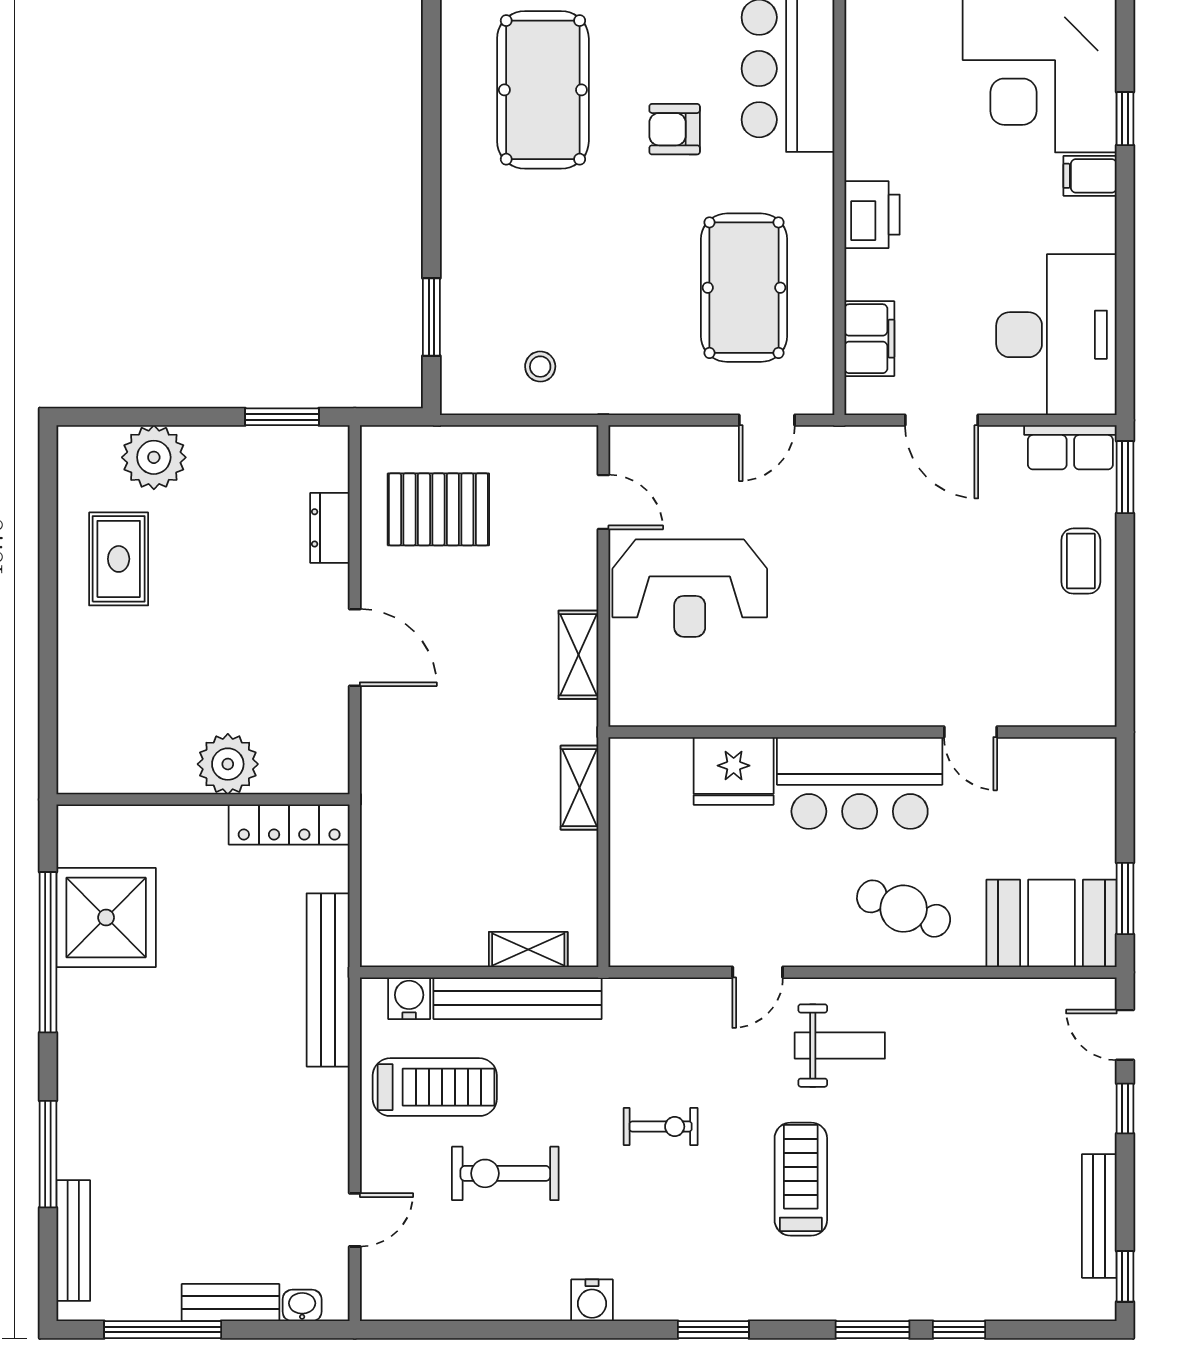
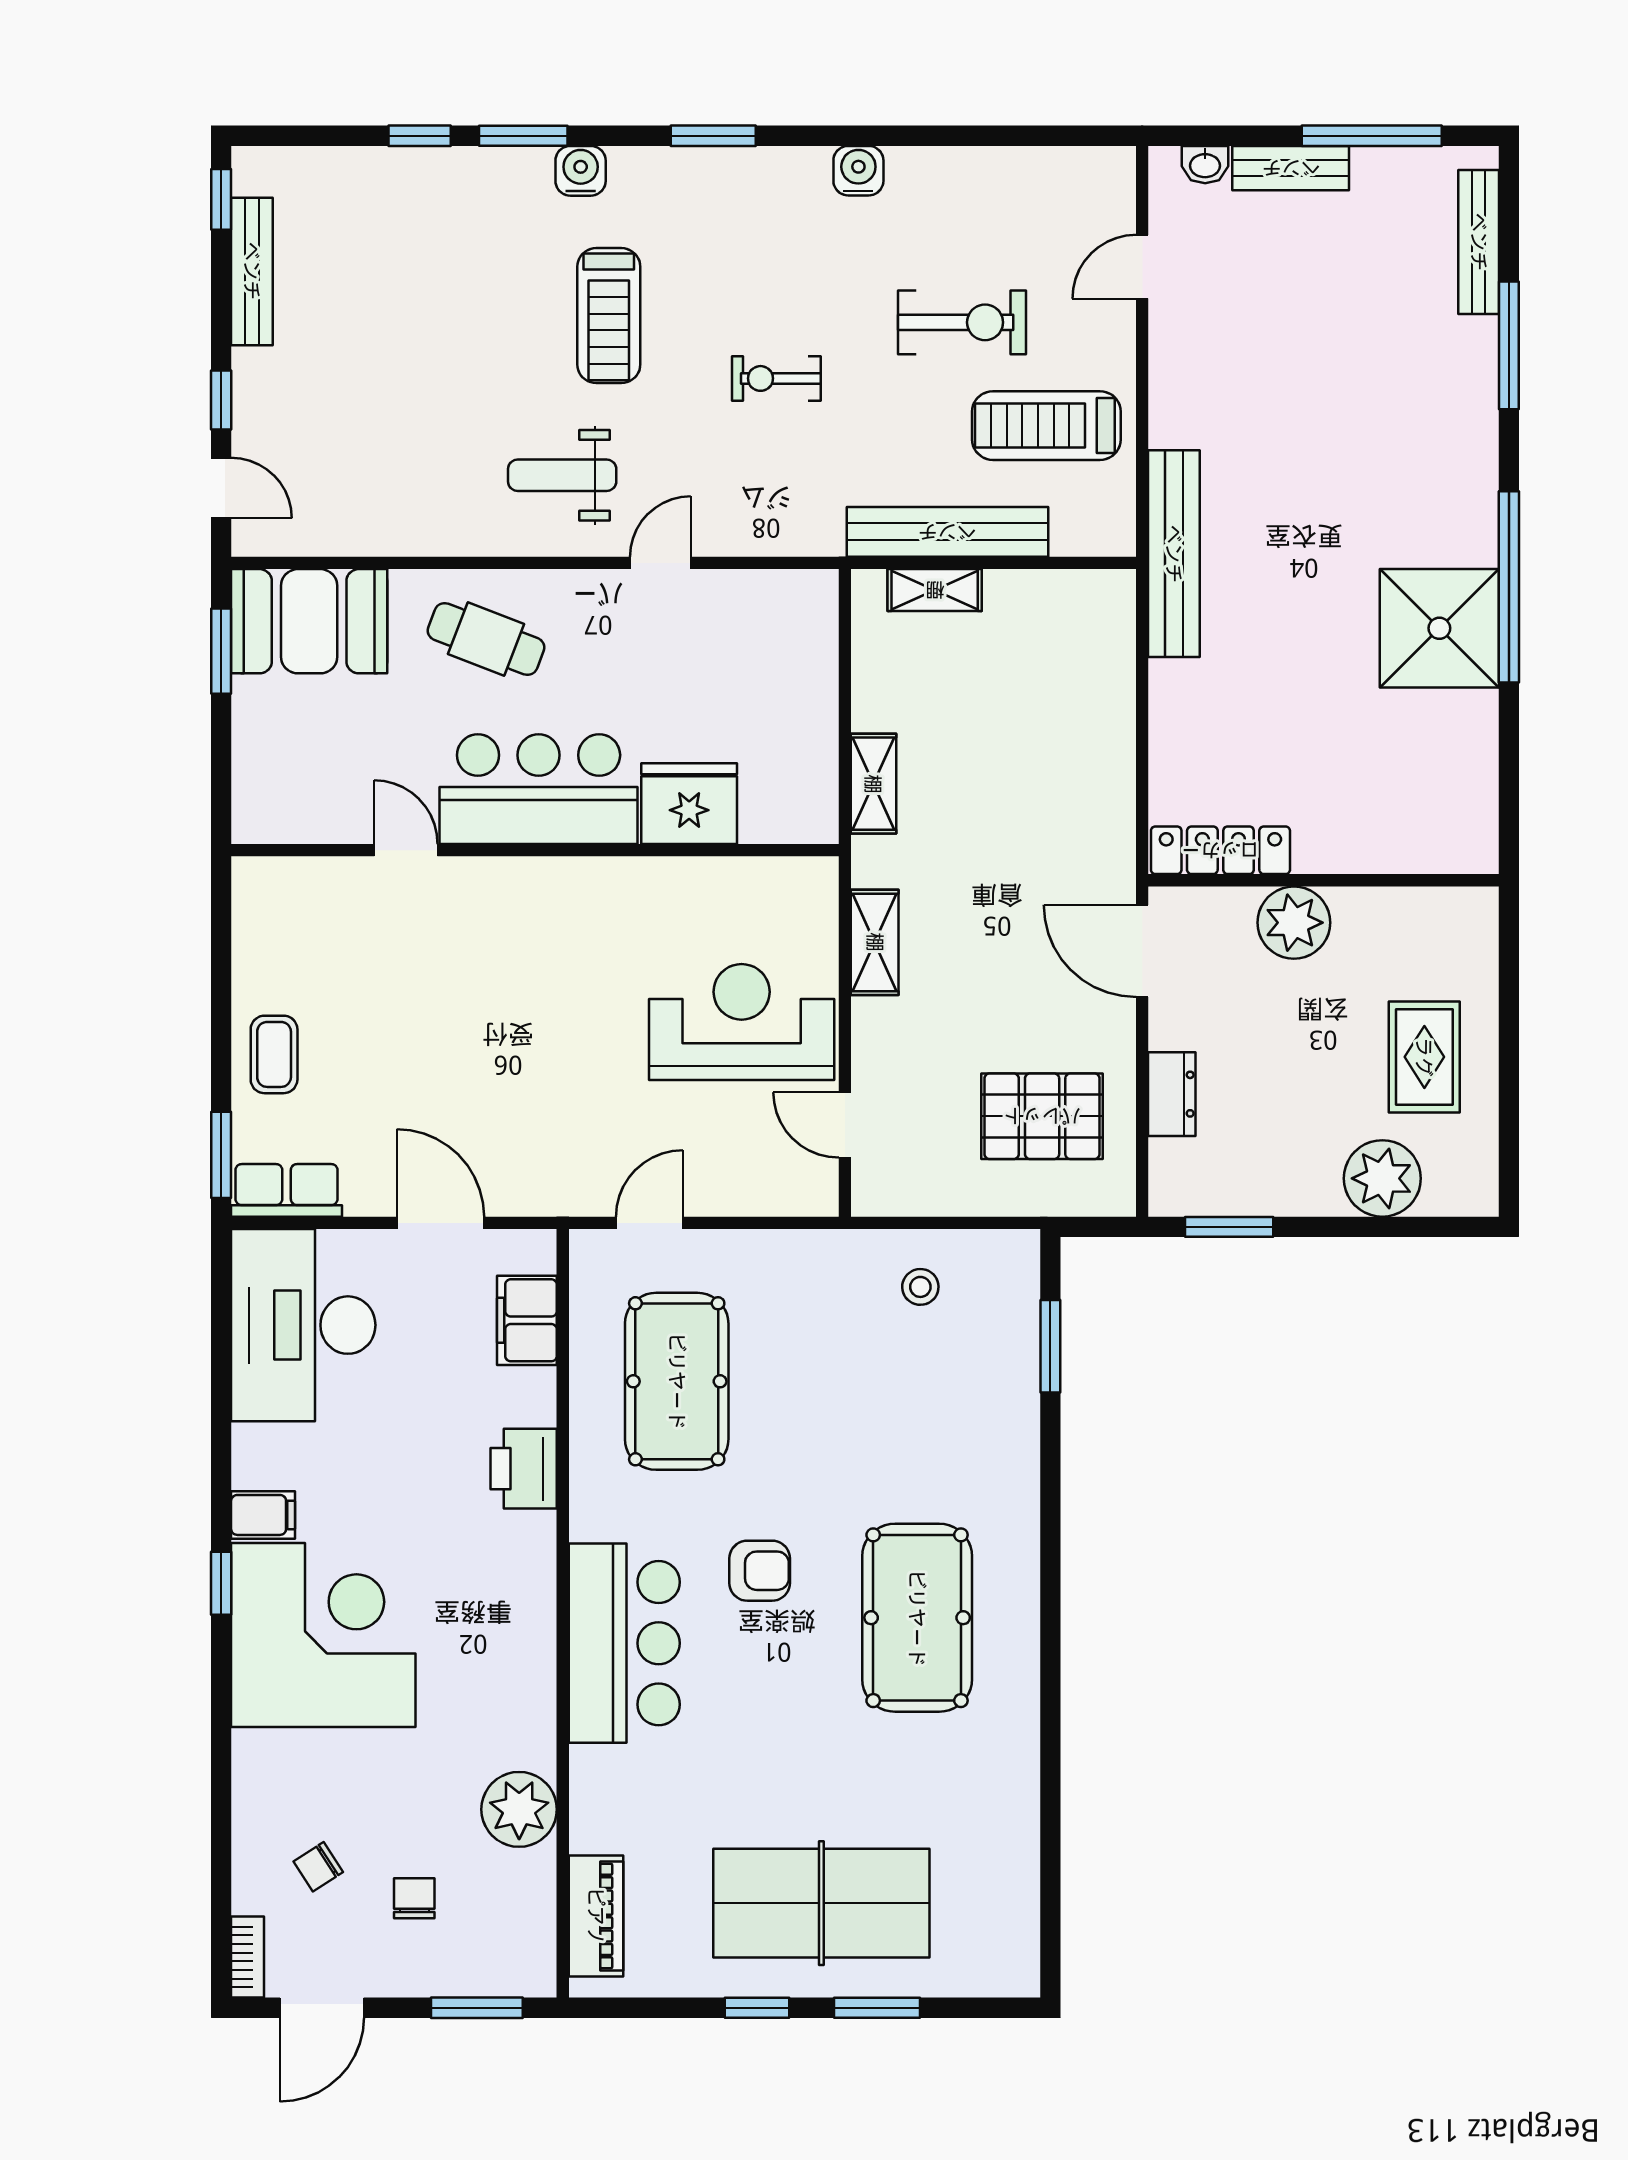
plant: (228, 764) -> (1294, 923), moved
wall: (203, 799) -> (1323, 880), moved
locker: (289, 825) -> (1220, 850), moved
water cooler: (409, 998) -> (581, 171), moved, turned 180

